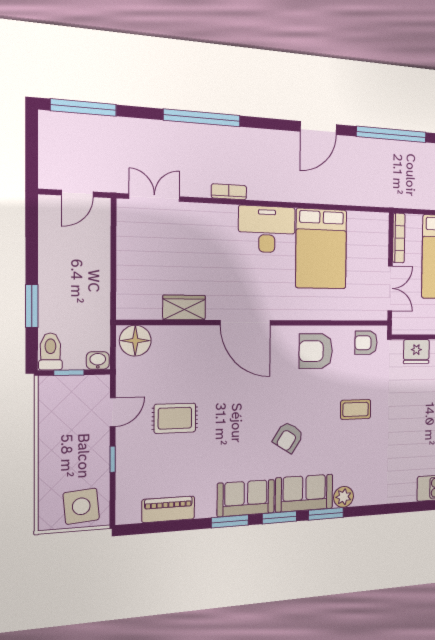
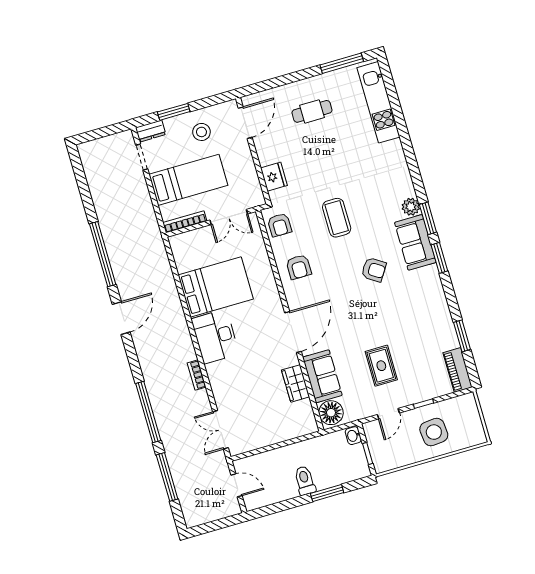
window: (84, 108) -> (167, 477), moved
door: (318, 128) -> (121, 318), hinge flipped
double door: (390, 288) -> (229, 217), swing flipped
toilet: (50, 351) -> (305, 480), moved, turned 90
armchair: (316, 351) -> (299, 267), width x0.72, depth x0.72
coffee table: (356, 409) -> (337, 218), width x1.36, depth x1.30
door: (113, 412) -> (388, 414), swing flipped
sofa: (246, 498) -> (322, 376), moved, turned 180
side table: (81, 506) -> (434, 432), moved
piano: (168, 509) -> (458, 370), moved
window: (230, 521) -> (462, 336), moved

